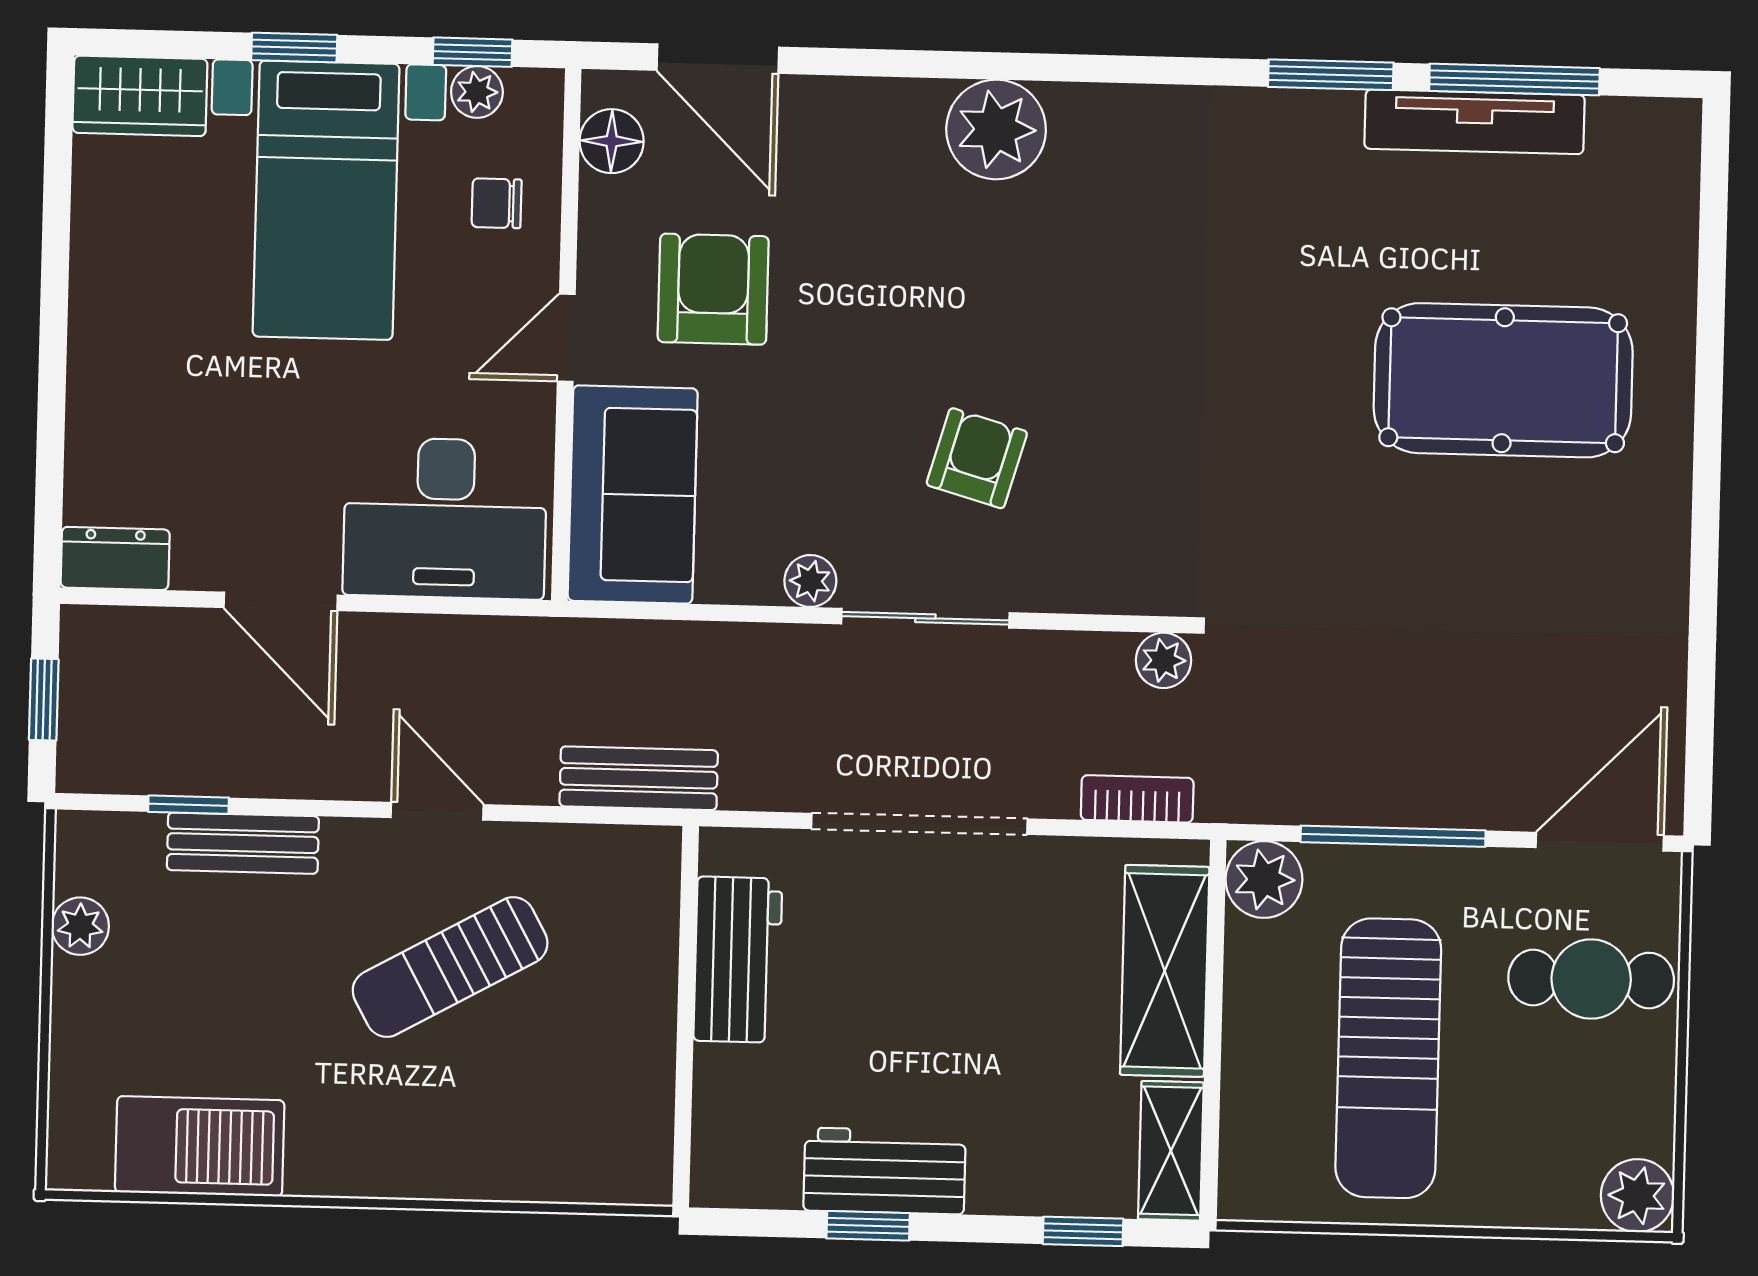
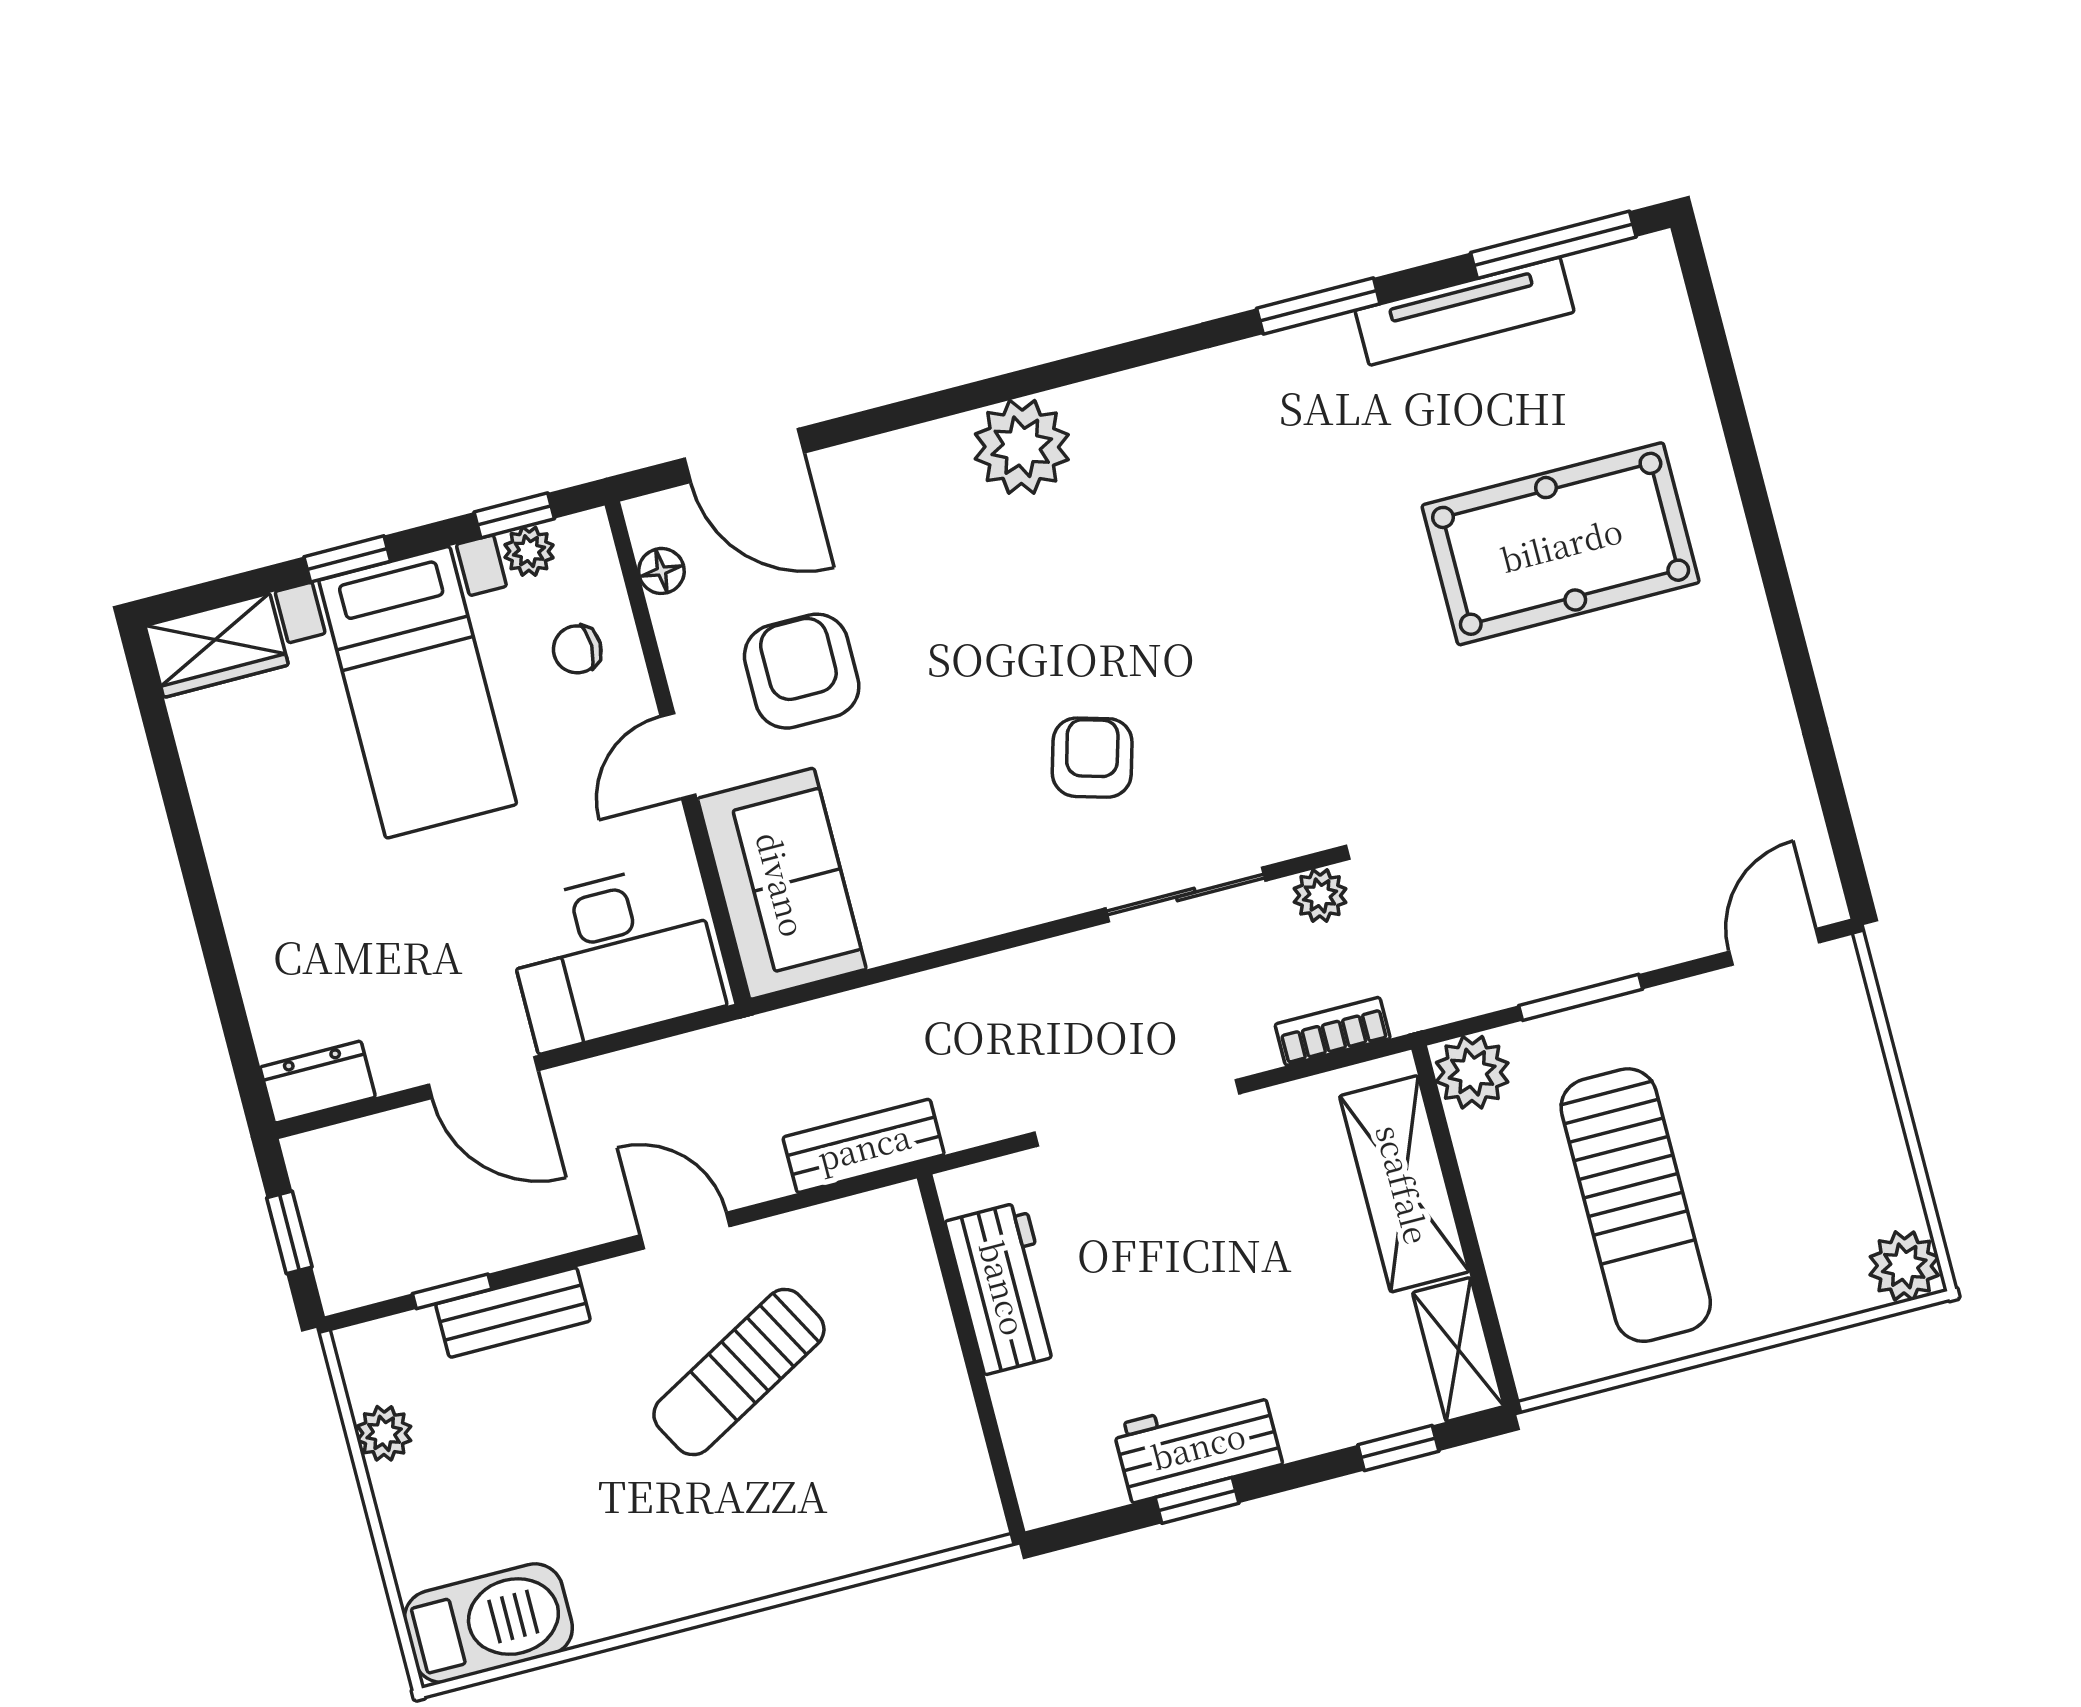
window: (1514, 79) -> (1553, 245), moved
floor lamp: (612, 141) -> (661, 571), width x0.73, depth x0.73
plant: (810, 581) -> (970, 916), removed
sliding door: (925, 618) -> (1186, 895), moved
window: (1393, 836) -> (1581, 997), width x0.69
door: (1600, 842) -> (1774, 947), width x0.73
cafe table: (1591, 979) -> (1803, 1077), removed
barbecue: (200, 1146) -> (488, 1623), moved

